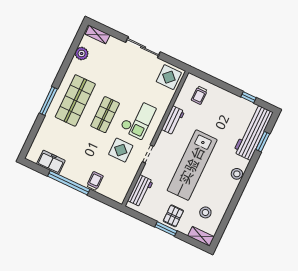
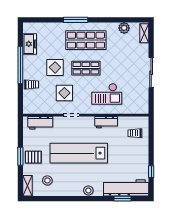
display table: (169, 77) -> (55, 67), moved
checkout: (138, 119) -> (107, 94), moved

